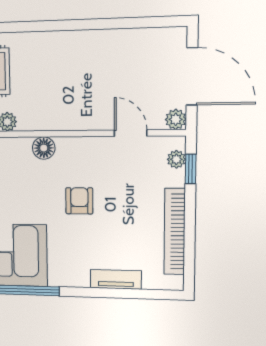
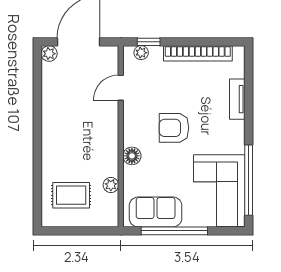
plant: (176, 119) -> (49, 54), moved
armchair: (79, 201) -> (174, 128), width x1.38, depth x1.38

